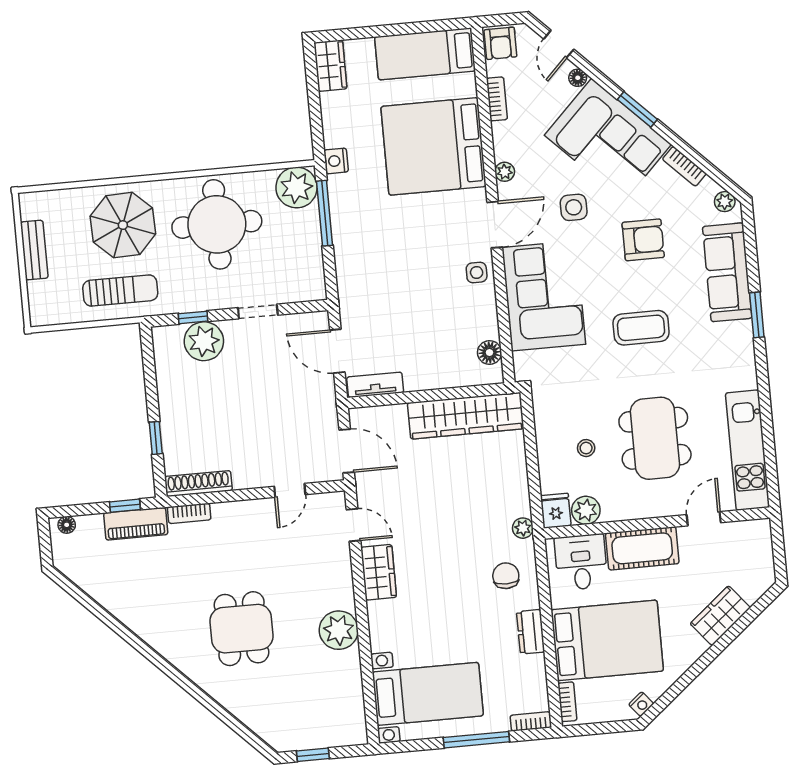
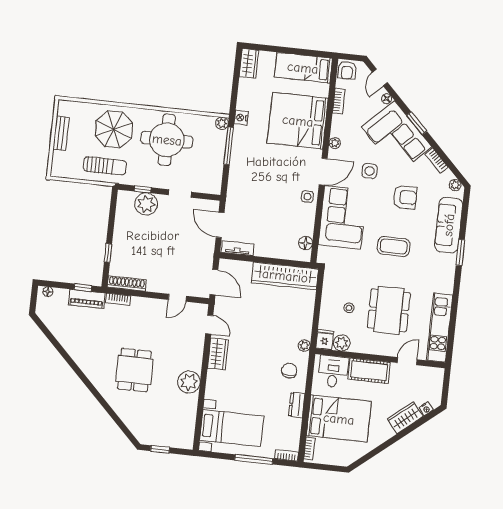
plant: (296, 187) -> (222, 123), width x0.53, depth x0.53
nightstand: (641, 704) -> (426, 409), moved

